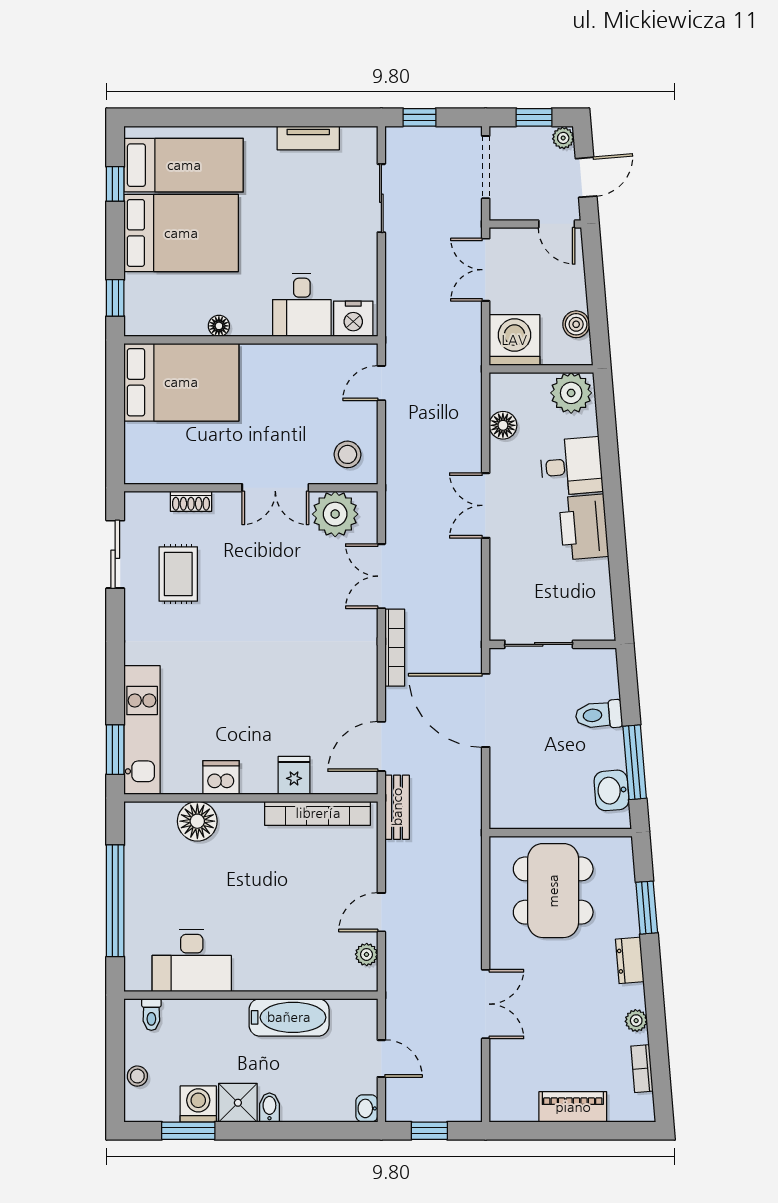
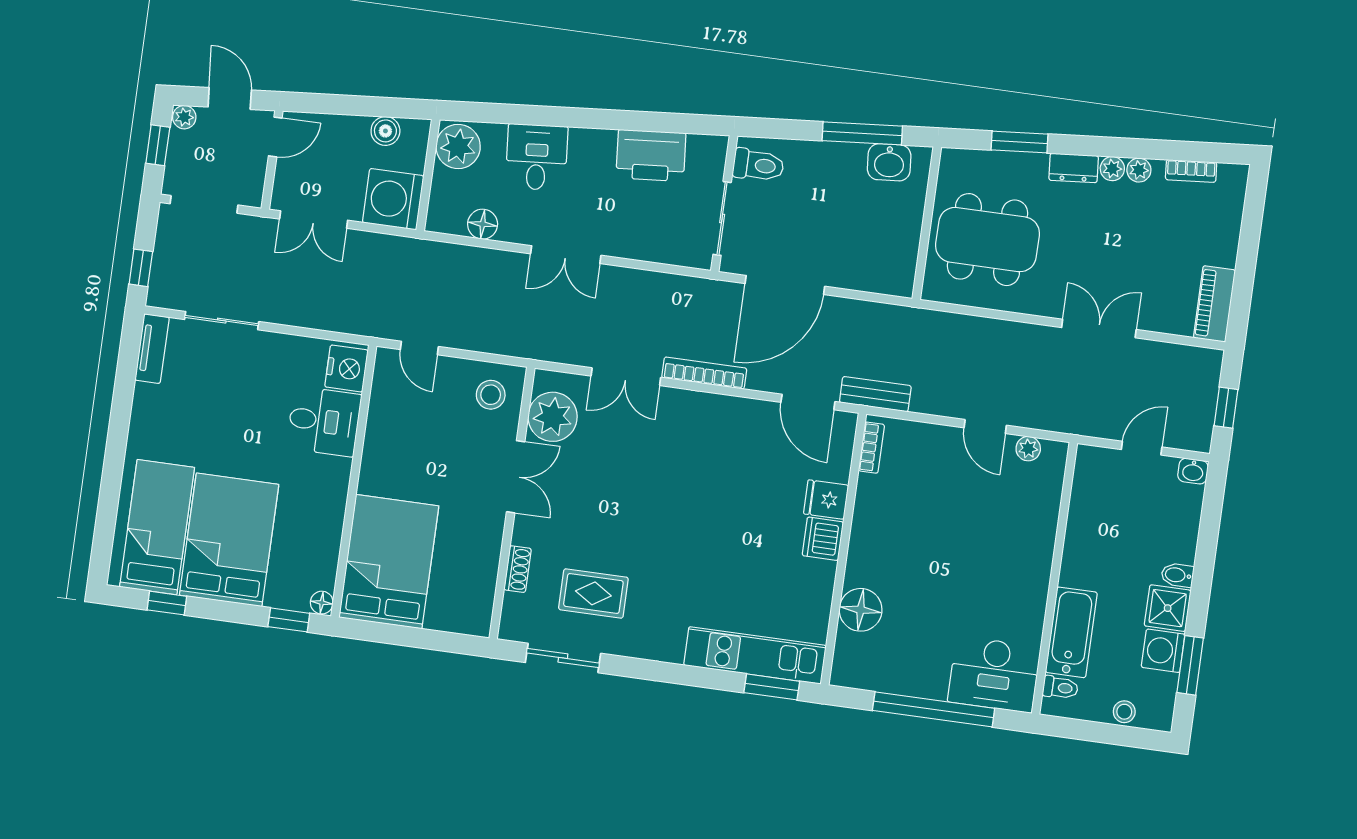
tv unit: (308, 138) -> (152, 349), moved
floor lamp: (219, 326) -> (322, 603), moved
printer: (584, 527) -> (651, 155), moved
toilet: (599, 715) -> (758, 165), moved, turned -85
dishwasher: (221, 777) -> (823, 539), moved
bookcase: (318, 813) -> (871, 448), width x0.43, depth x0.76
desk: (192, 960) -> (994, 674), moved, turned 90
plant: (634, 996) -> (1112, 169), added
bathtub: (289, 1017) -> (1071, 632), moved
piano: (573, 1107) -> (1214, 304), moved

